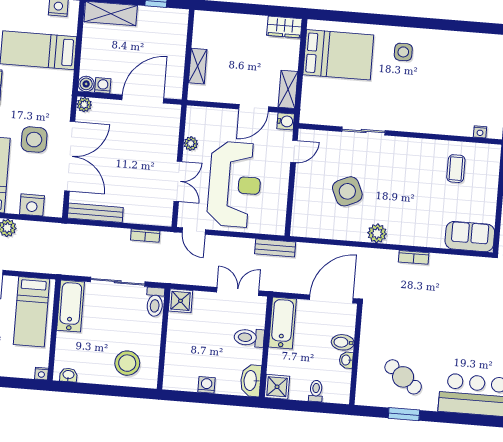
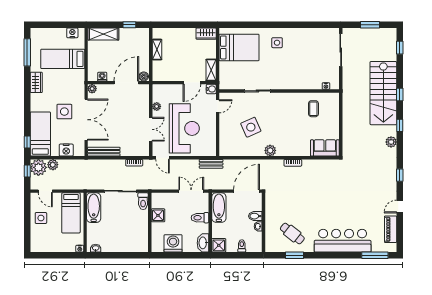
shelving: (198, 66) -> (157, 50), moved
boiler: (86, 84) -> (144, 76), moved
shower: (180, 301) -> (158, 215), moved
stool: (127, 363) -> (130, 238), removed
washing machine: (207, 385) -> (173, 243), width x1.89, depth x1.89

